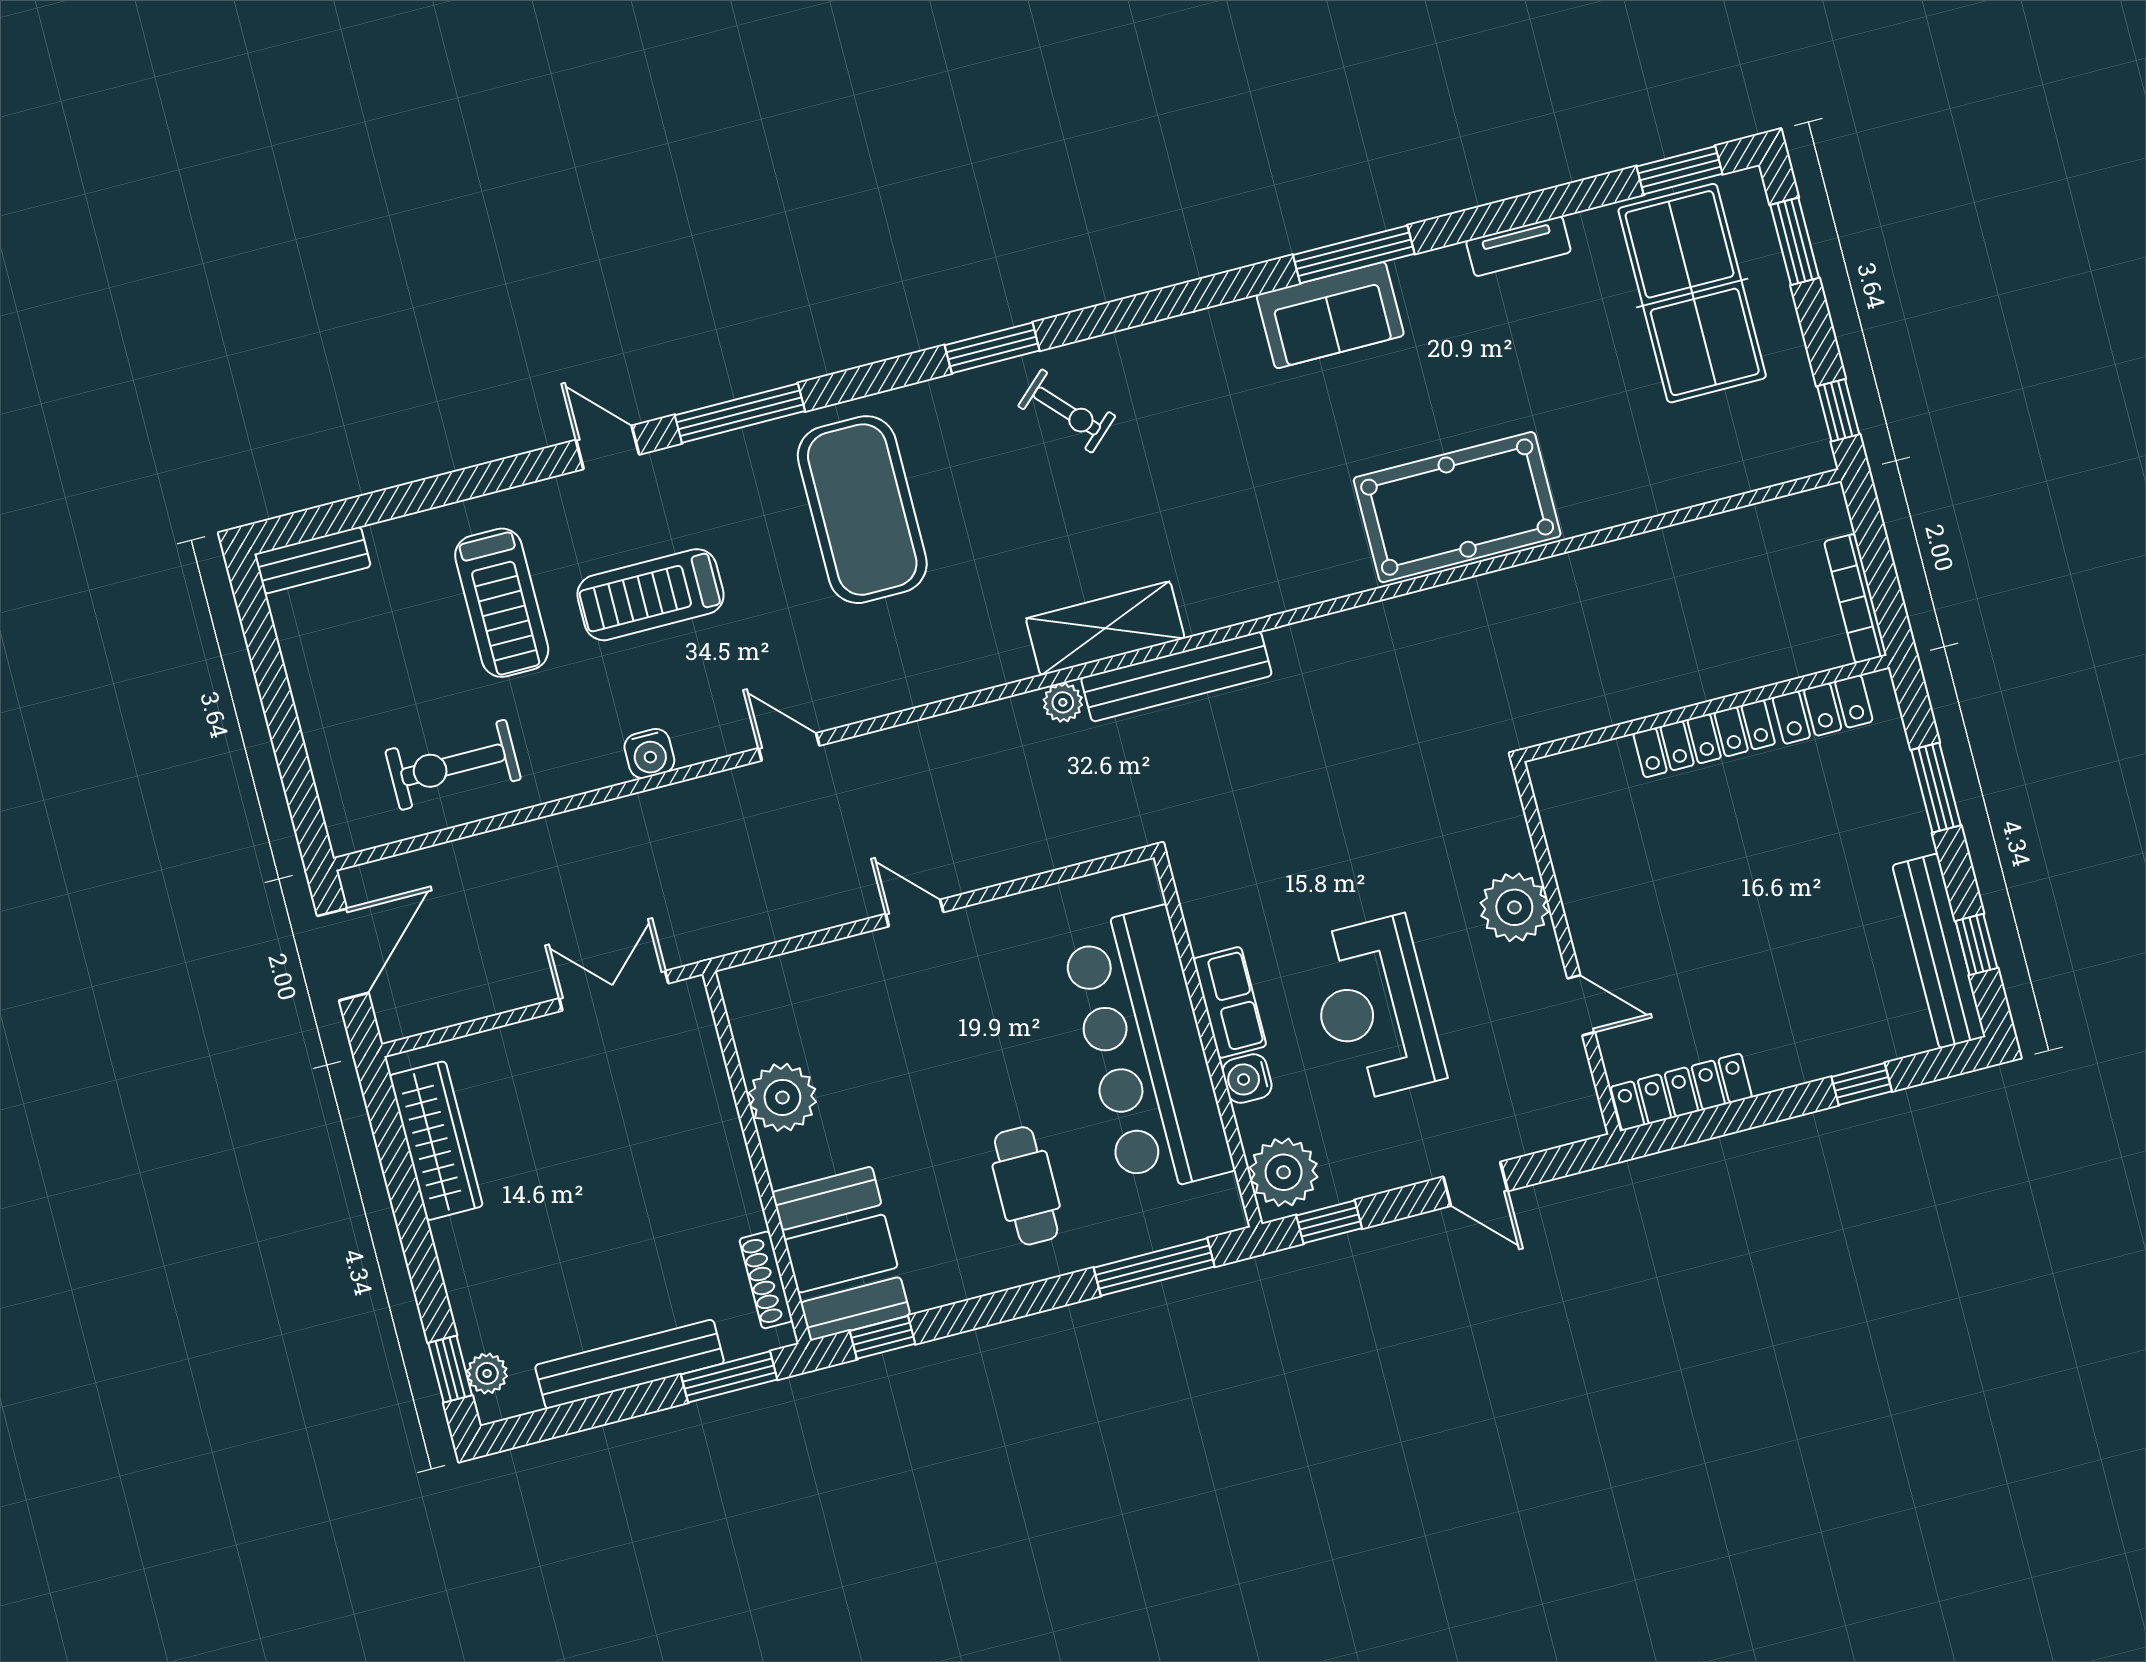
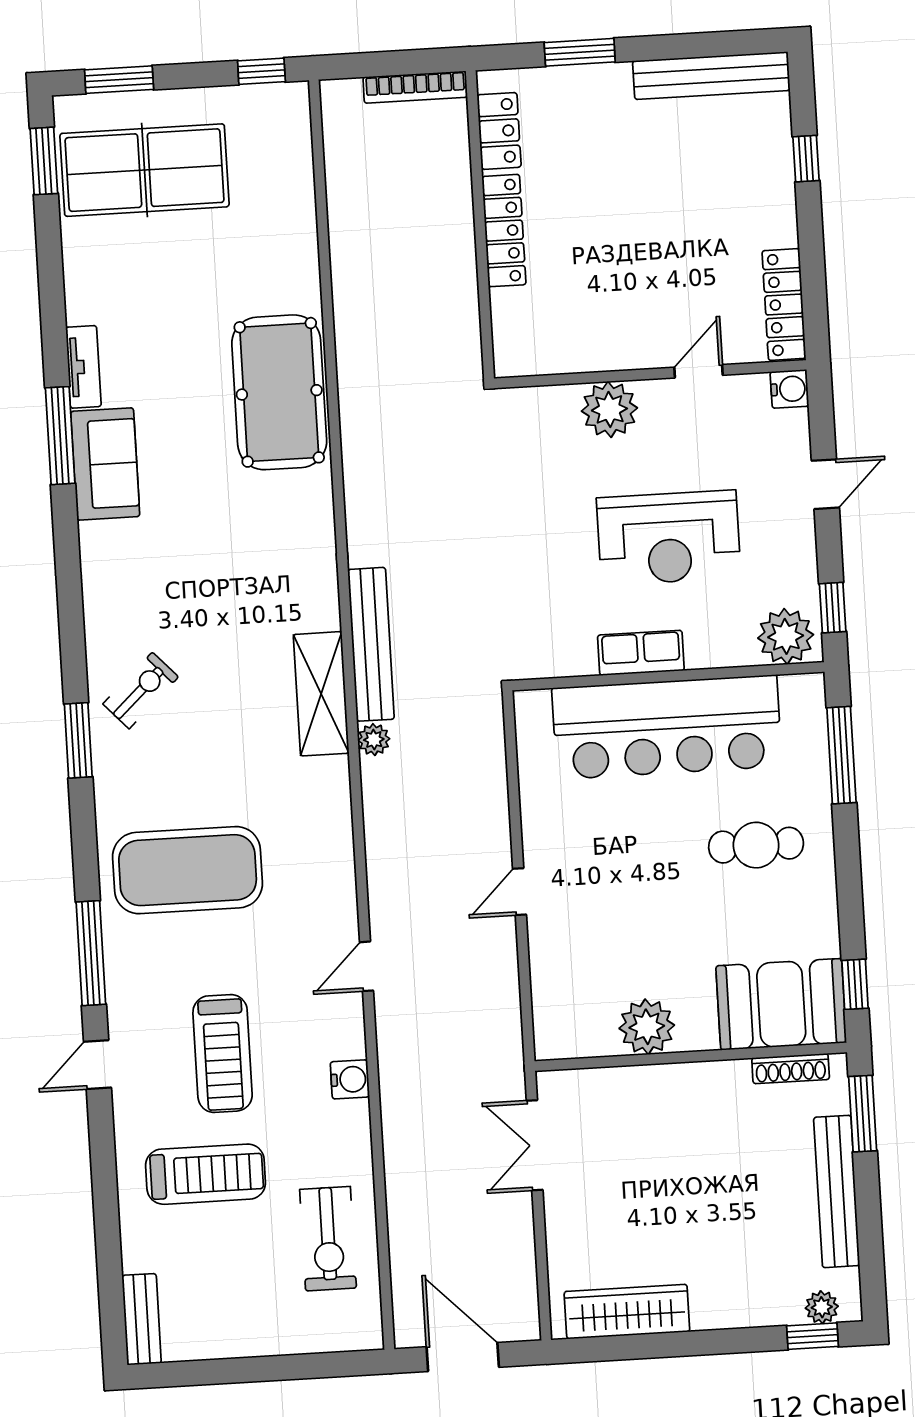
tv unit: (1518, 246) -> (83, 367), moved
window: (1976, 944) -> (712, 44), removed
water cooler: (1247, 1079) -> (789, 389), moved, turned -90

